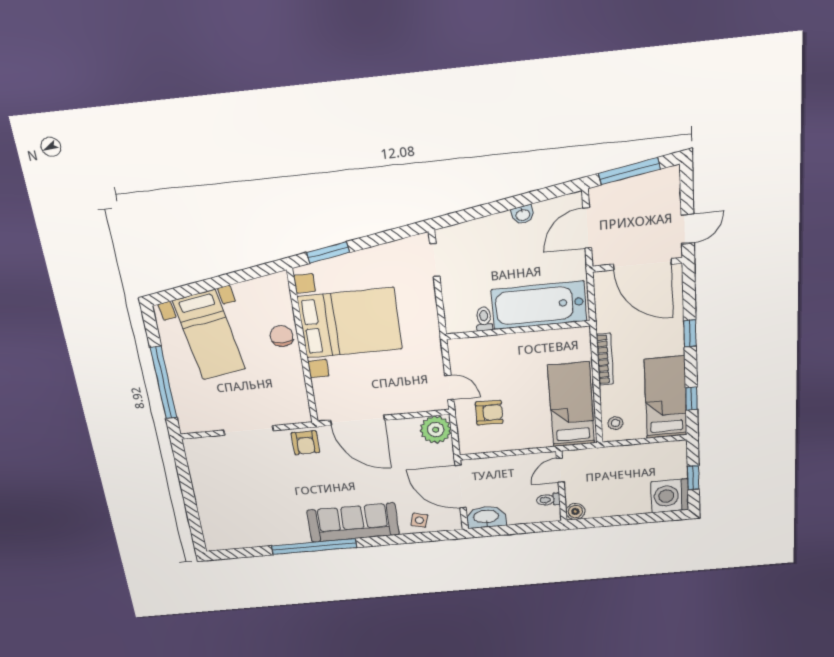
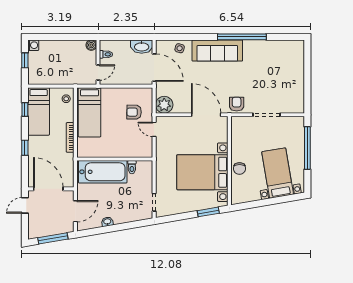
washing machine: (670, 496) -> (33, 45), width x0.53, depth x0.53

